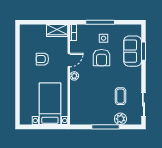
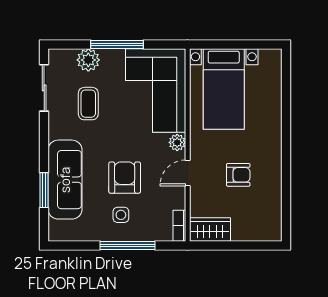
sofa: (133, 51) -> (65, 180), width x1.36
corner sofa: (85, 103) -> (156, 91), added

